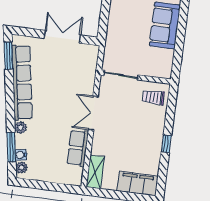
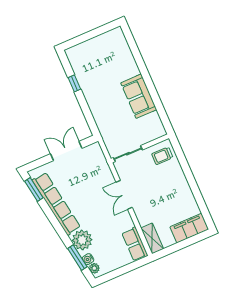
plant: (21, 128) -> (82, 240), width x1.87, depth x1.87
window: (166, 144) -> (193, 185), removed
row of seats: (78, 148) -> (135, 244), moved

